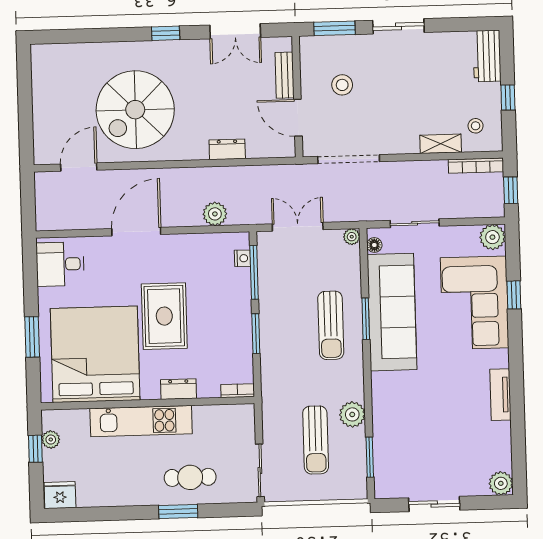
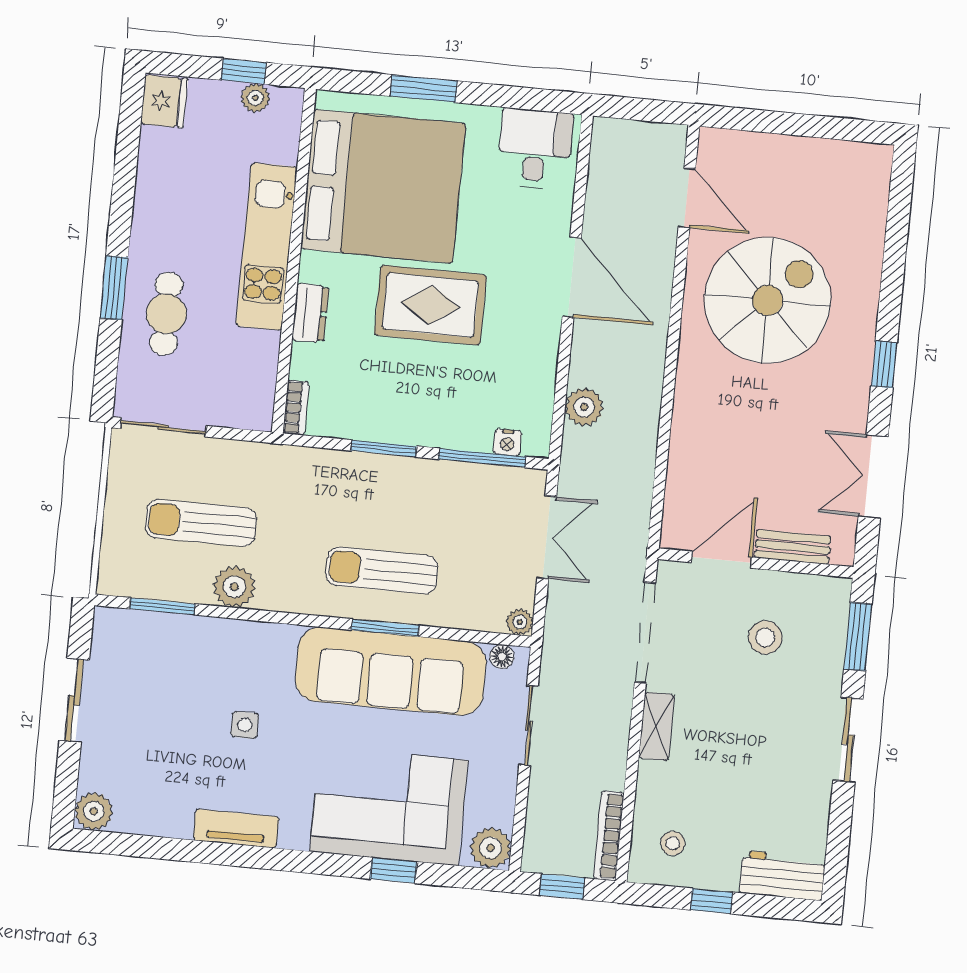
spiral stairs: (135, 110) -> (768, 300), turned 90
shelving: (441, 144) -> (656, 726), moved
dresser: (227, 149) -> (685, 440), removed
side table: (436, 397) -> (245, 725), added

